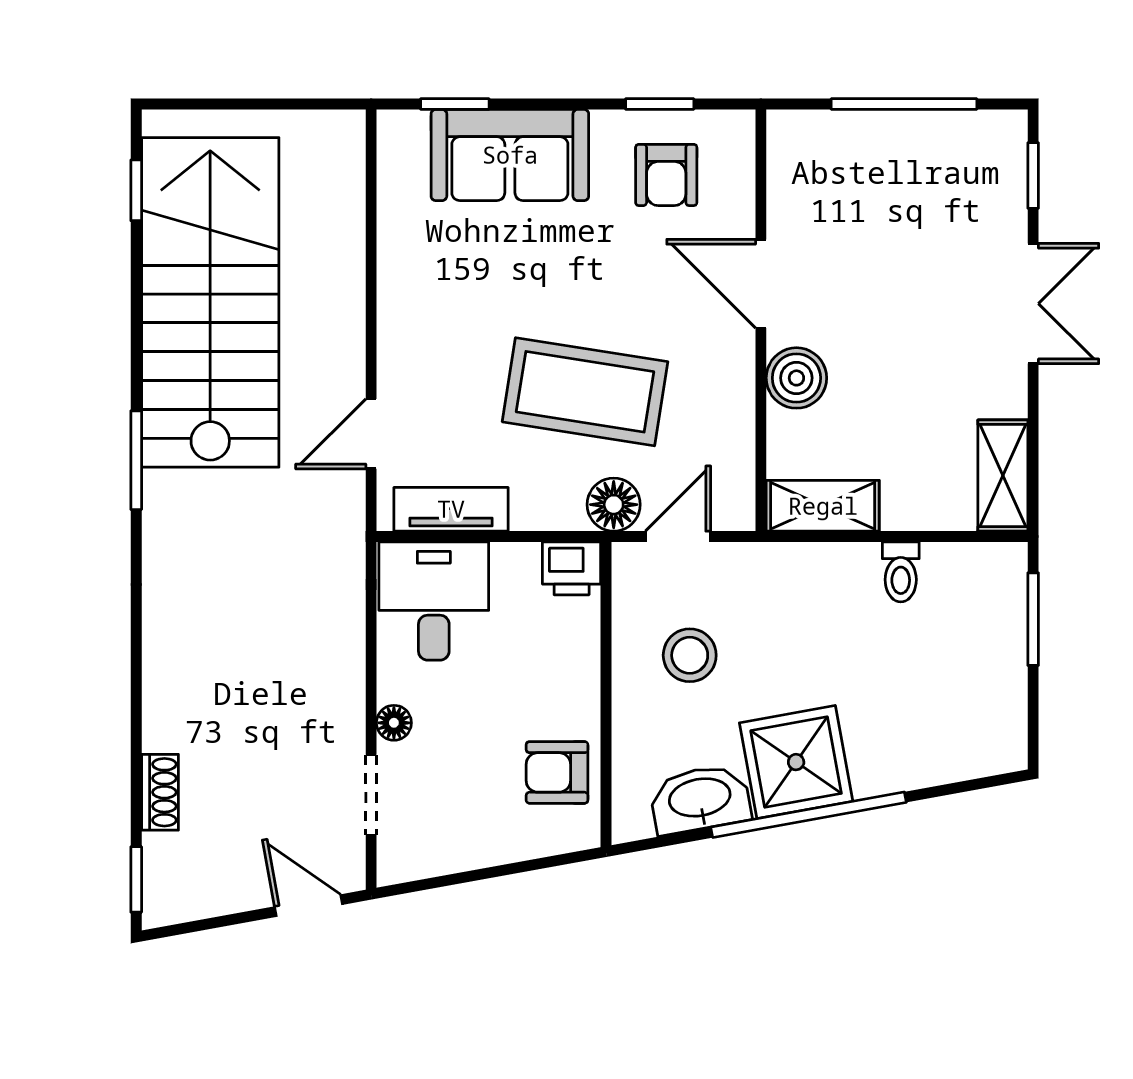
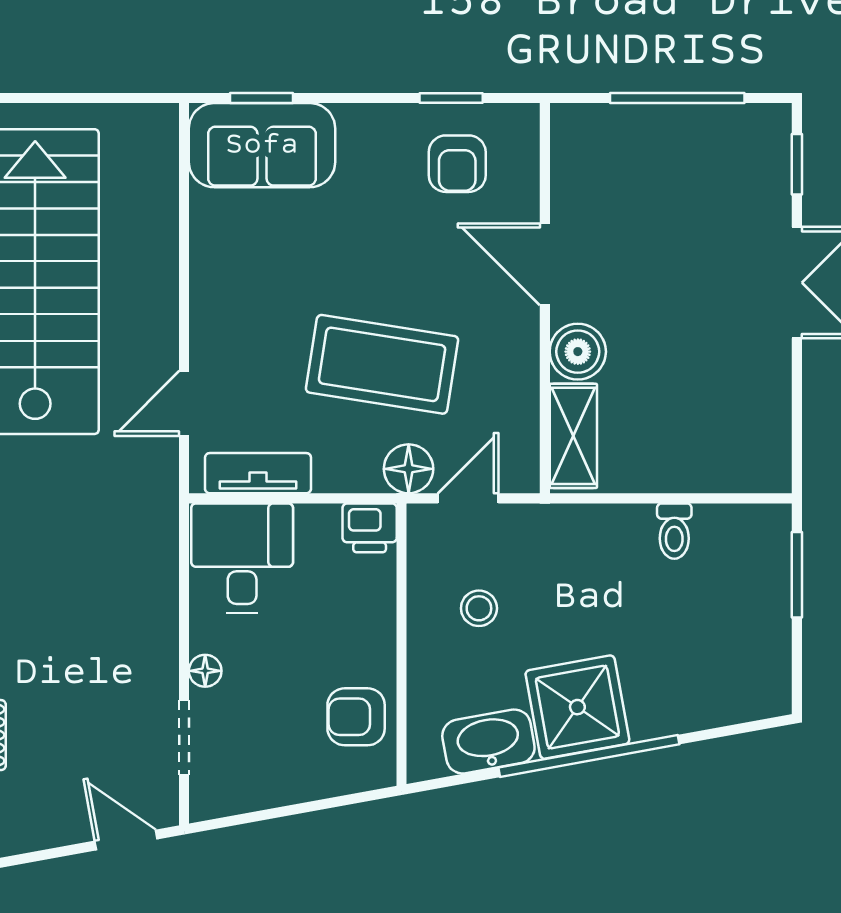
sofa: (510, 155) -> (262, 145), moved
shelving: (1003, 476) -> (769, 442), removed
shelving: (823, 506) -> (573, 436), moved, turned 90
stool: (690, 655) -> (479, 608), width x0.73, depth x0.73

